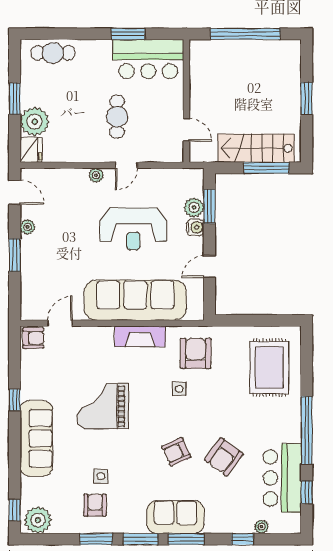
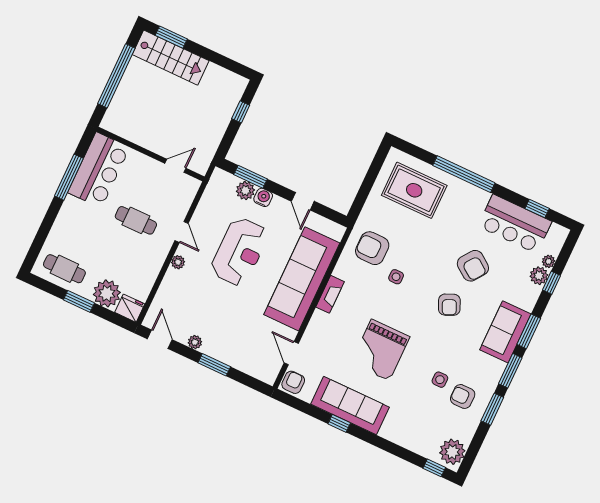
window: (128, 34) -> (69, 177), width x1.44
cafe table: (53, 53) -> (64, 269), moved, turned 90
window: (307, 98) -> (171, 37), moved
stairs: (256, 148) -> (171, 58), moved, turned -90
window: (267, 168) -> (241, 112), width x0.46
door: (15, 192) -> (160, 339), hinge flipped
fireplace: (140, 336) -> (330, 294), width x0.73, depth x0.76
window: (307, 430) -> (464, 174), moved
sofa: (36, 438) -> (350, 406), moved
plant: (244, 524) -> (539, 276), added

